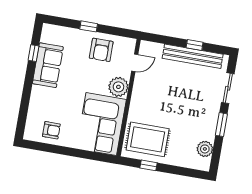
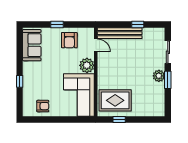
window: (34, 53) -> (20, 81), moved
bench: (193, 56) -> (120, 33), moved
door: (135, 63) -> (96, 45), hinge flipped
sofa: (48, 65) -> (32, 45), moved
plant: (205, 149) -> (159, 76), moved

